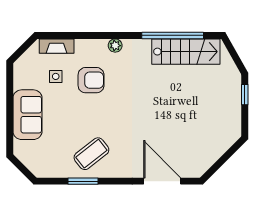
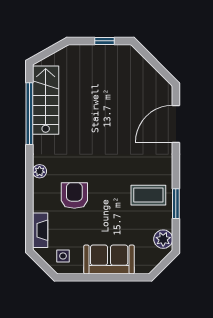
side table: (56, 76) -> (63, 256), moved
window: (245, 95) -> (104, 41), moved
coffee table: (91, 154) -> (148, 195), turned -52
plant: (48, 168) -> (163, 239), added

